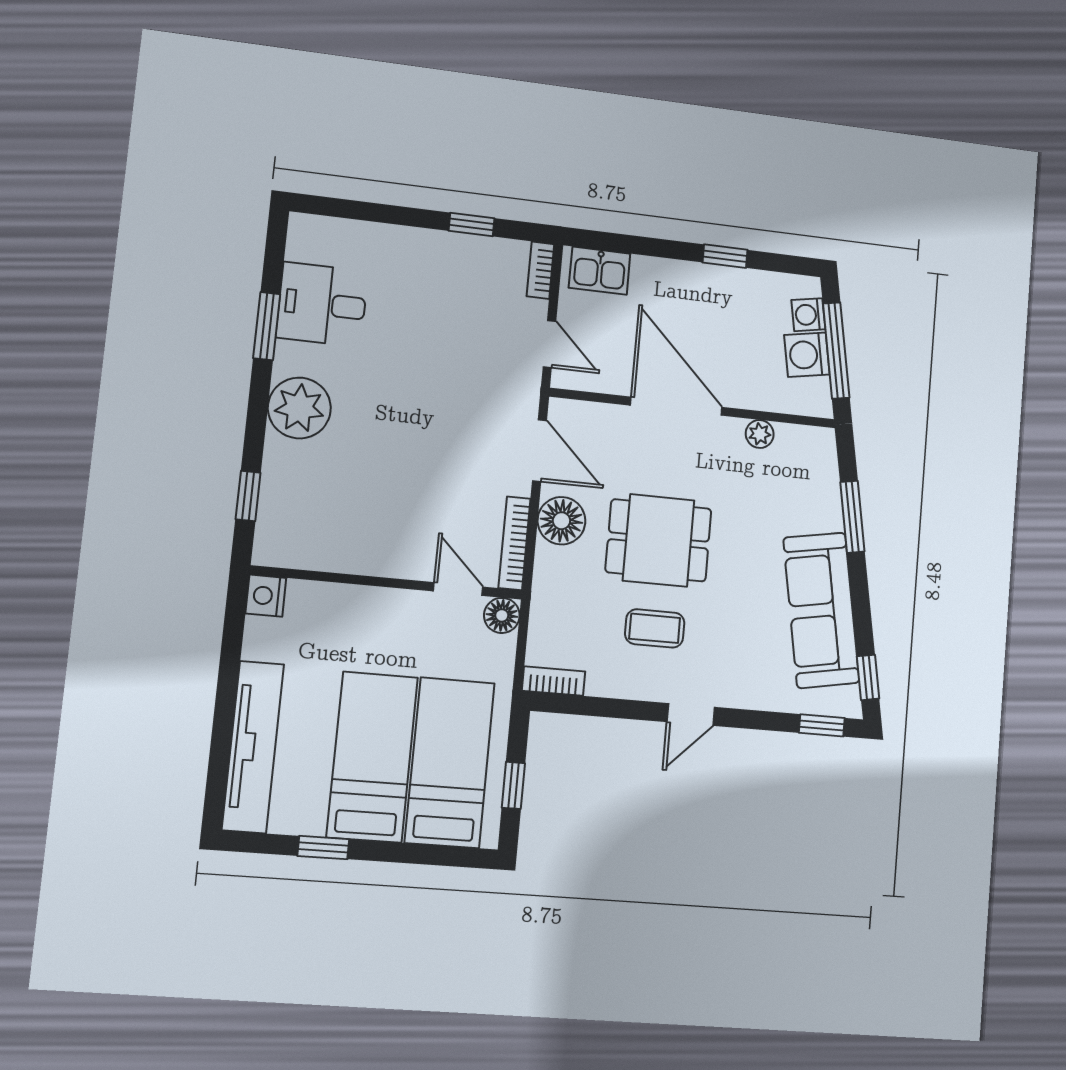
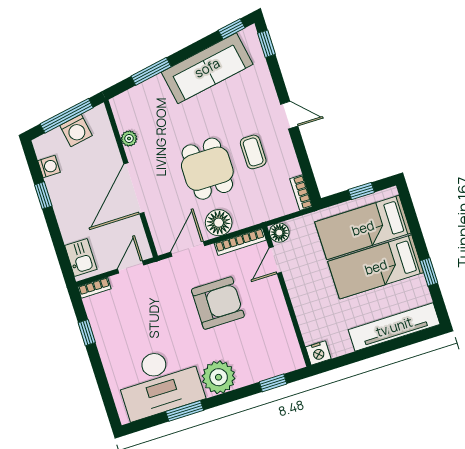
desk: (322, 304) -> (159, 382), width x1.87, depth x1.30
washing machine: (808, 315) -> (49, 167), moved, turned -80
armchair: (427, 462) -> (218, 303), added

